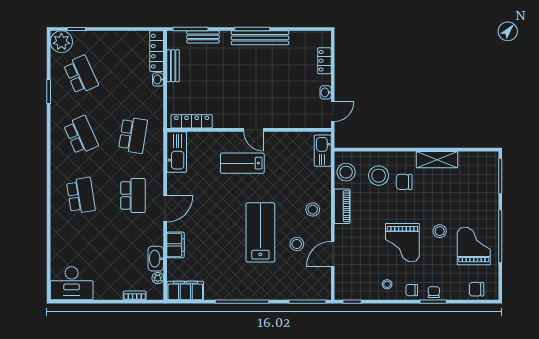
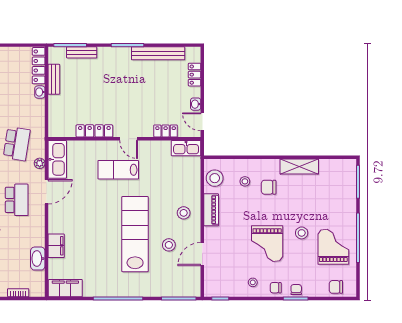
bench: (260, 38) -> (158, 53), moved
door: (333, 112) -> (202, 122), swing flipped
locker: (192, 121) -> (94, 131), moved
locker: (293, 121) -> (166, 131), added
kitchen sink: (323, 151) -> (186, 148), moved, turned -90
stool: (379, 176) -> (245, 181), width x0.53, depth x0.53
door: (165, 209) -> (47, 192), moved
lab bench: (260, 232) -> (135, 234), width x1.36
plant: (158, 278) -> (40, 163), moved

